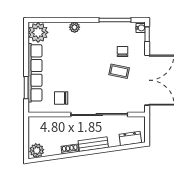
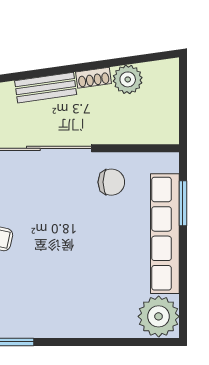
plant: (75, 27) -> (84, 327), removed
plant: (37, 151) -> (128, 79), moved

